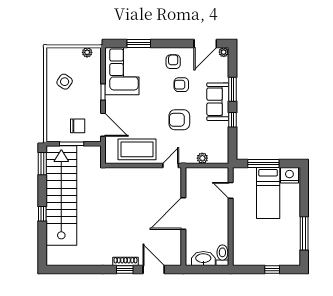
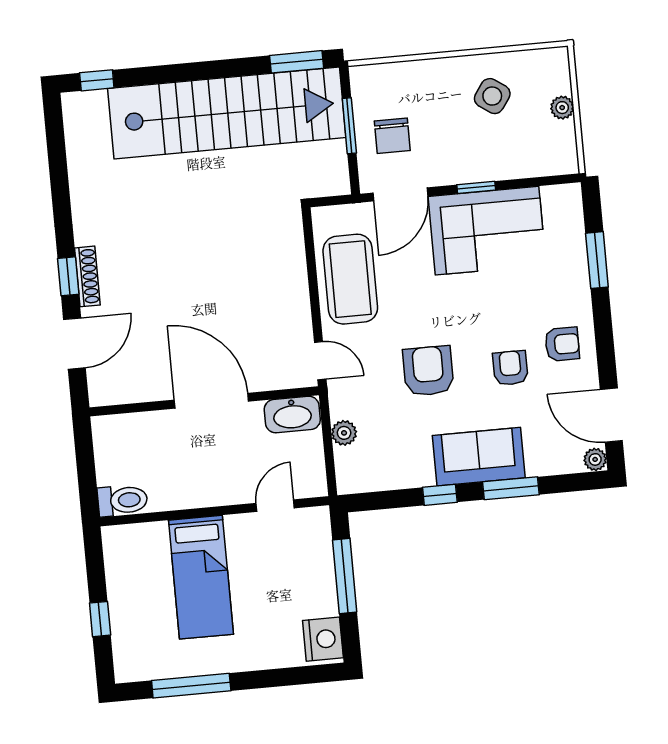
plant: (87, 52) -> (562, 108), moved
corner sofa: (122, 71) -> (487, 231), moved
bed: (268, 193) -> (201, 577), moved, turned -90
window: (42, 214) -> (97, 80), moved
washbasin: (203, 259) -> (292, 414), moved, turned 90

